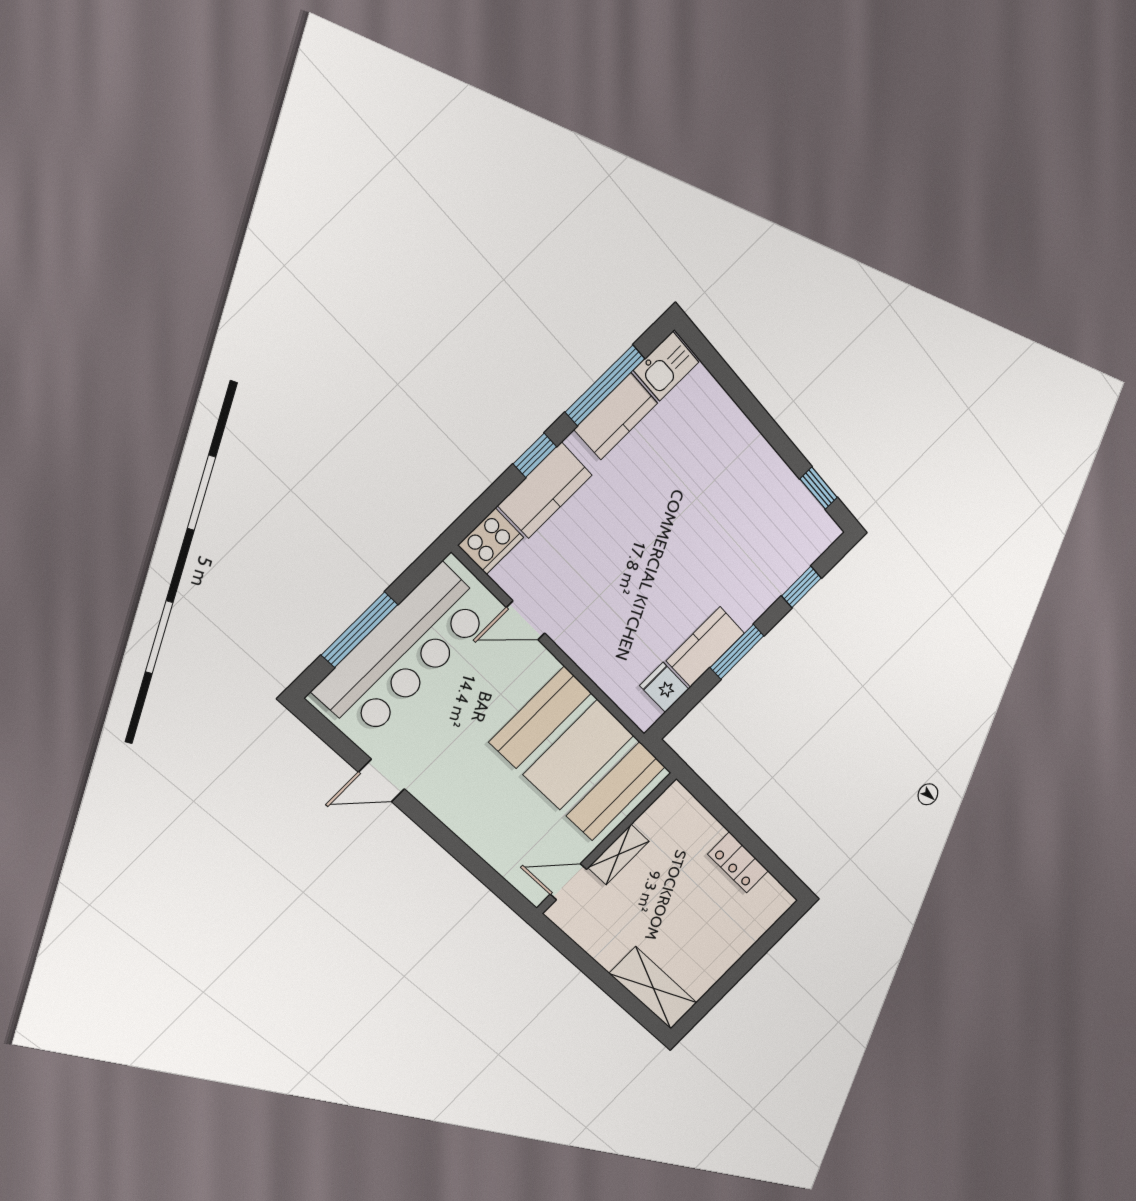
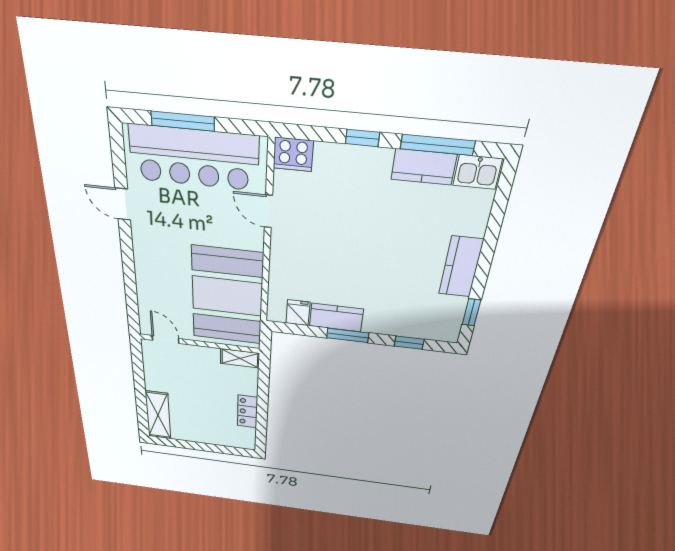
kitchen counter: (545, 490) -> (461, 267), moved, turned 90
shelving: (619, 854) -> (240, 358), moved

